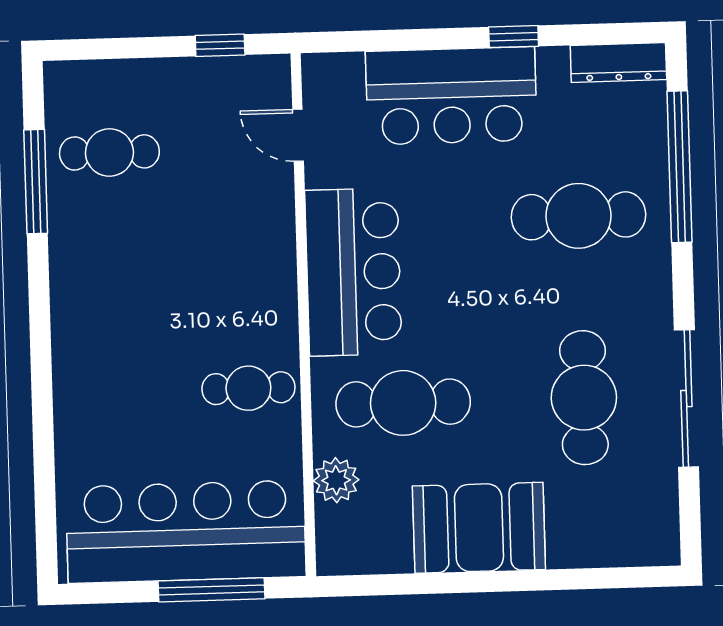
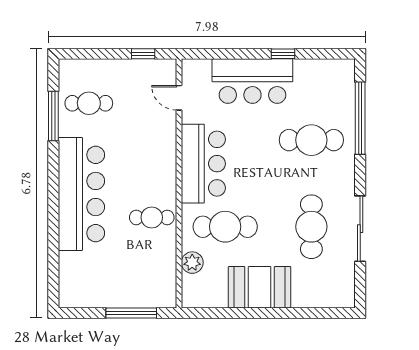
dresser: (618, 63) -> (333, 68), removed
bar counter: (186, 532) -> (81, 194), moved, turned 90

